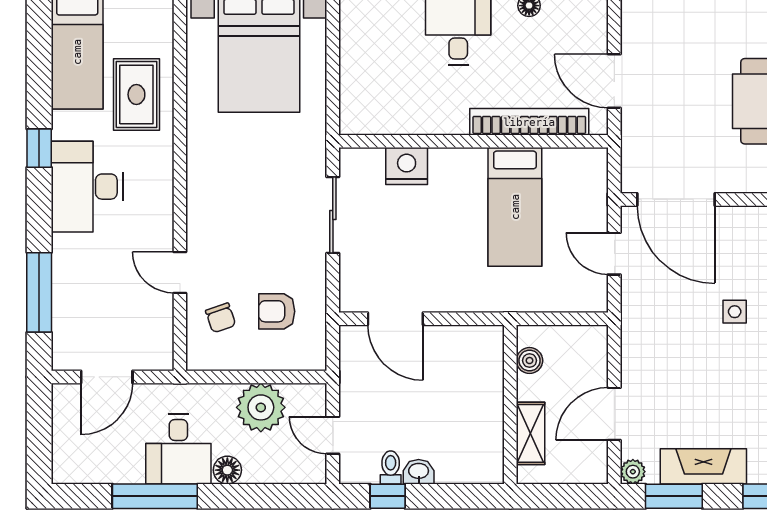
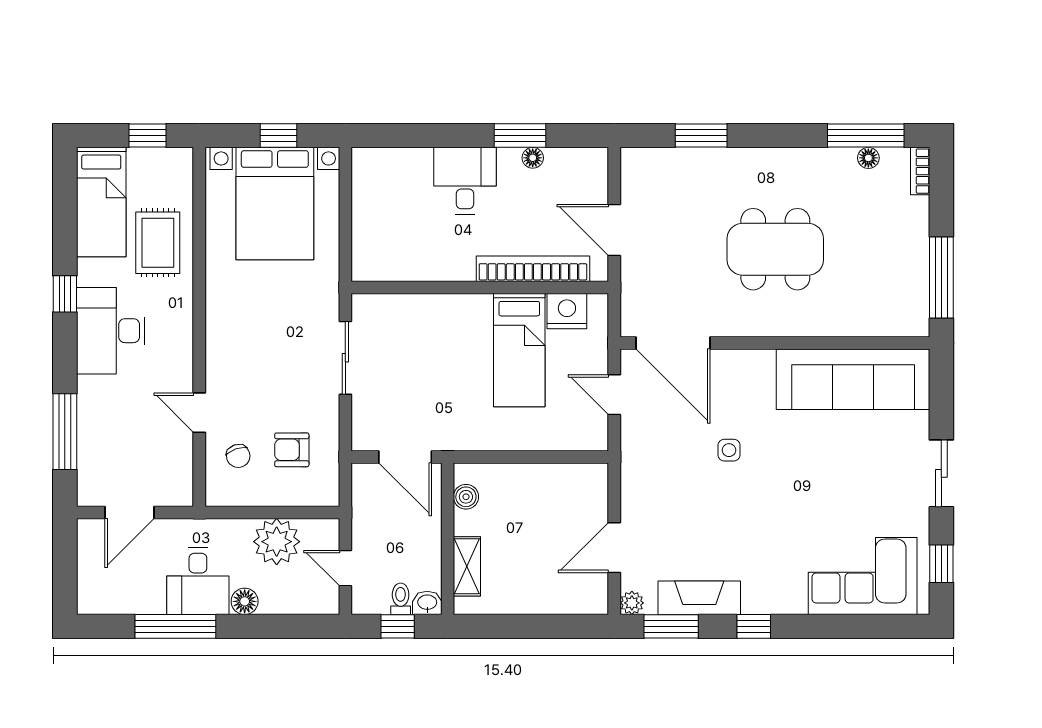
nightstand: (407, 166) -> (567, 311), moved
boiler: (530, 361) -> (466, 497), moved
wall: (510, 404) -> (448, 539), moved
shelving: (530, 433) -> (467, 566), moved

